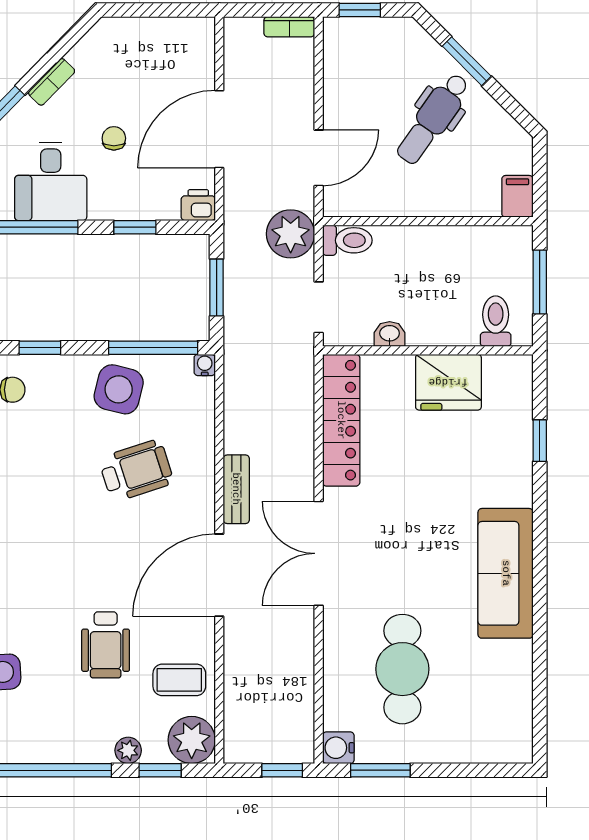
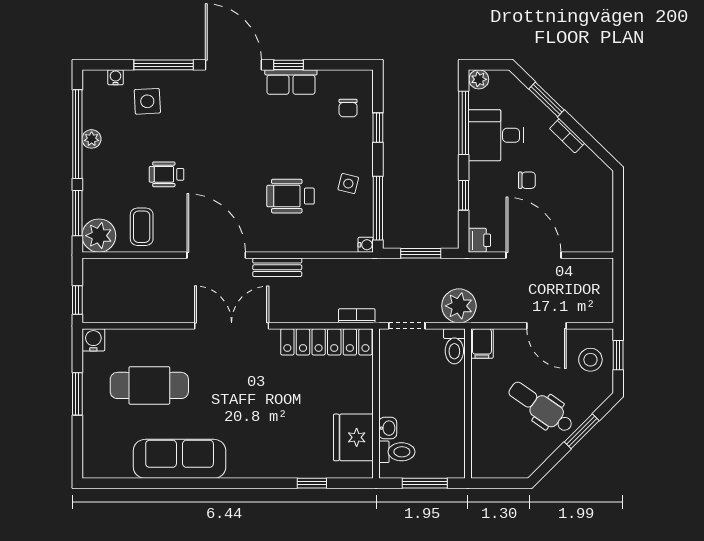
bookcase: (289, 27) -> (357, 316), moved, turned 90
stool: (366, 49) -> (590, 360), added
door: (319, 158) -> (547, 326), moved
filing cabinet: (517, 196) -> (482, 344), moved, turned 90
washbasin: (390, 334) -> (388, 428), moved
fridge: (448, 382) -> (353, 437), moved
side table: (119, 389) -> (348, 184), width x0.54, depth x0.54
wheelchair: (136, 471) -> (291, 196), turned 108
sofa: (506, 573) -> (180, 459), moved
wheelchair: (106, 645) -> (167, 174), width x0.73, depth x0.73
plant: (128, 750) -> (92, 139), moved
window: (160, 770) -> (77, 213), width x1.50
window: (380, 770) -> (77, 394), moved

